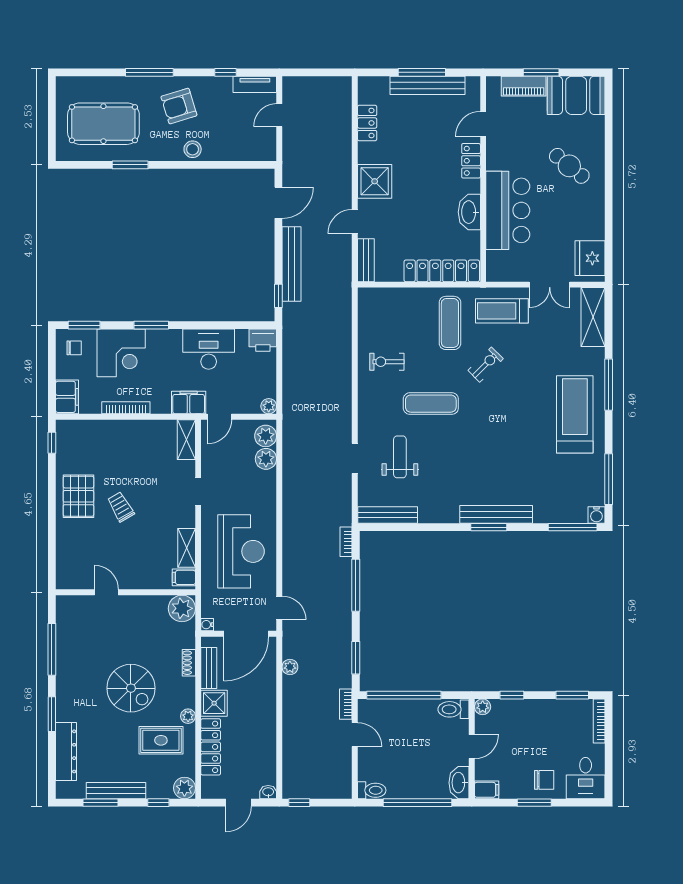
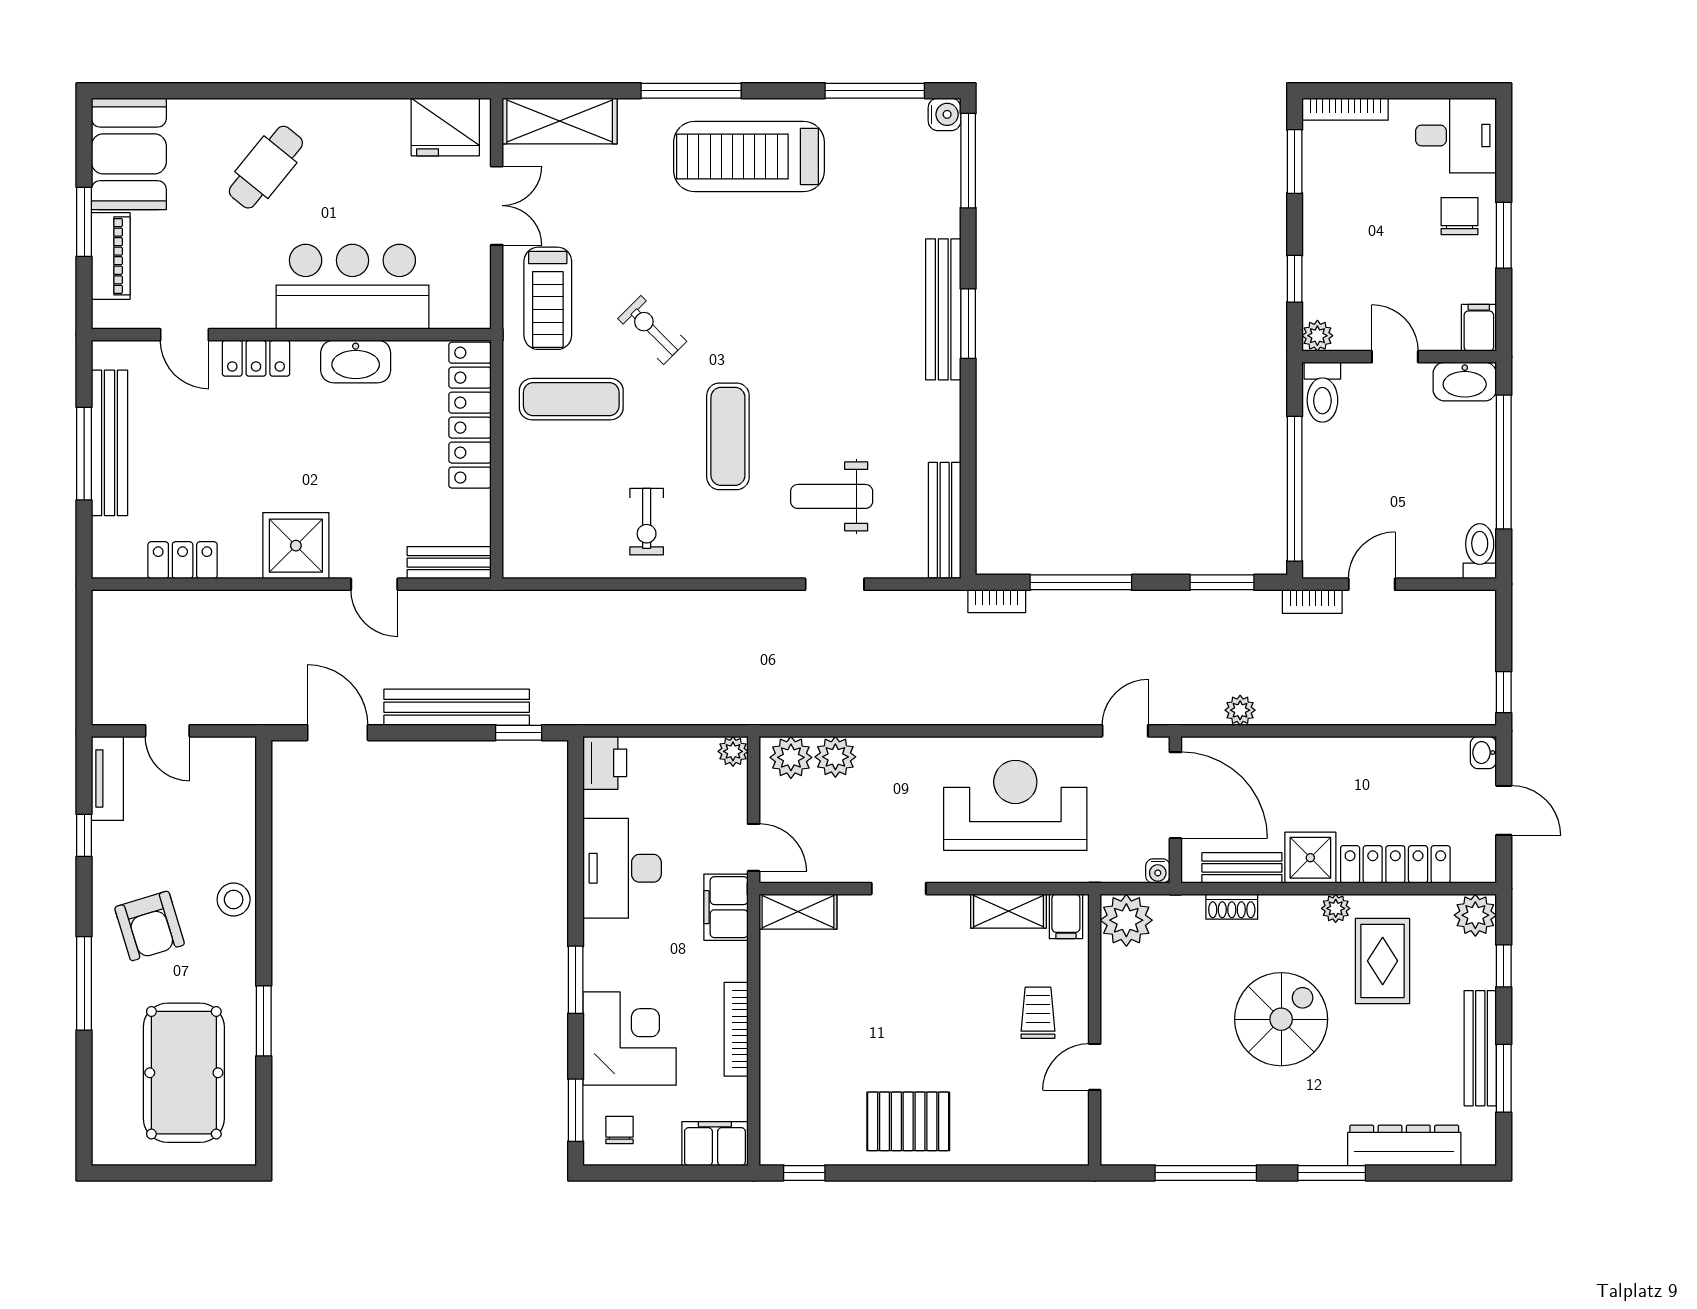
trolley: (121, 507) -> (1038, 1013), moved, turned 120

